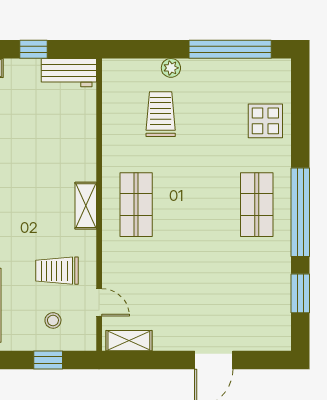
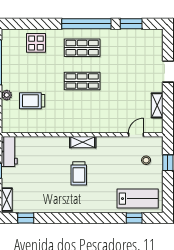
shop shelf: (136, 205) -> (82, 81), moved
trolley: (57, 271) -> (79, 173), moved
shelving: (129, 341) -> (157, 105), moved

